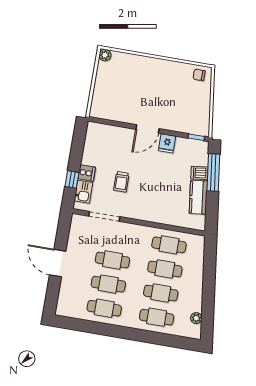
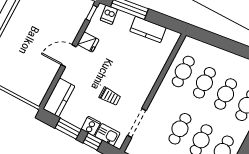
door: (148, 129) -> (69, 56), swing flipped
kitchen counter: (104, 133) -> (59, 97), added
window: (77, 152) -> (68, 129), added
dishwasher: (199, 173) -> (109, 15), moved

